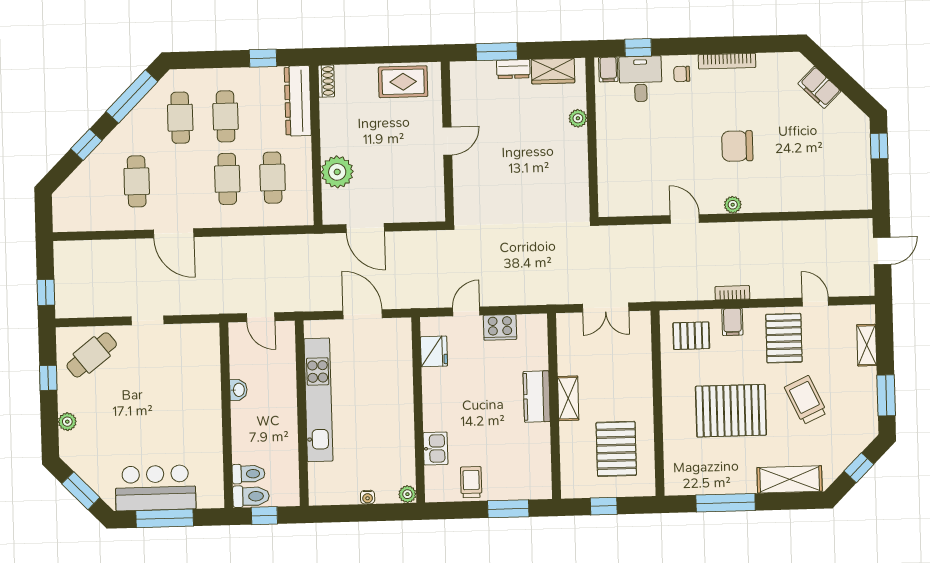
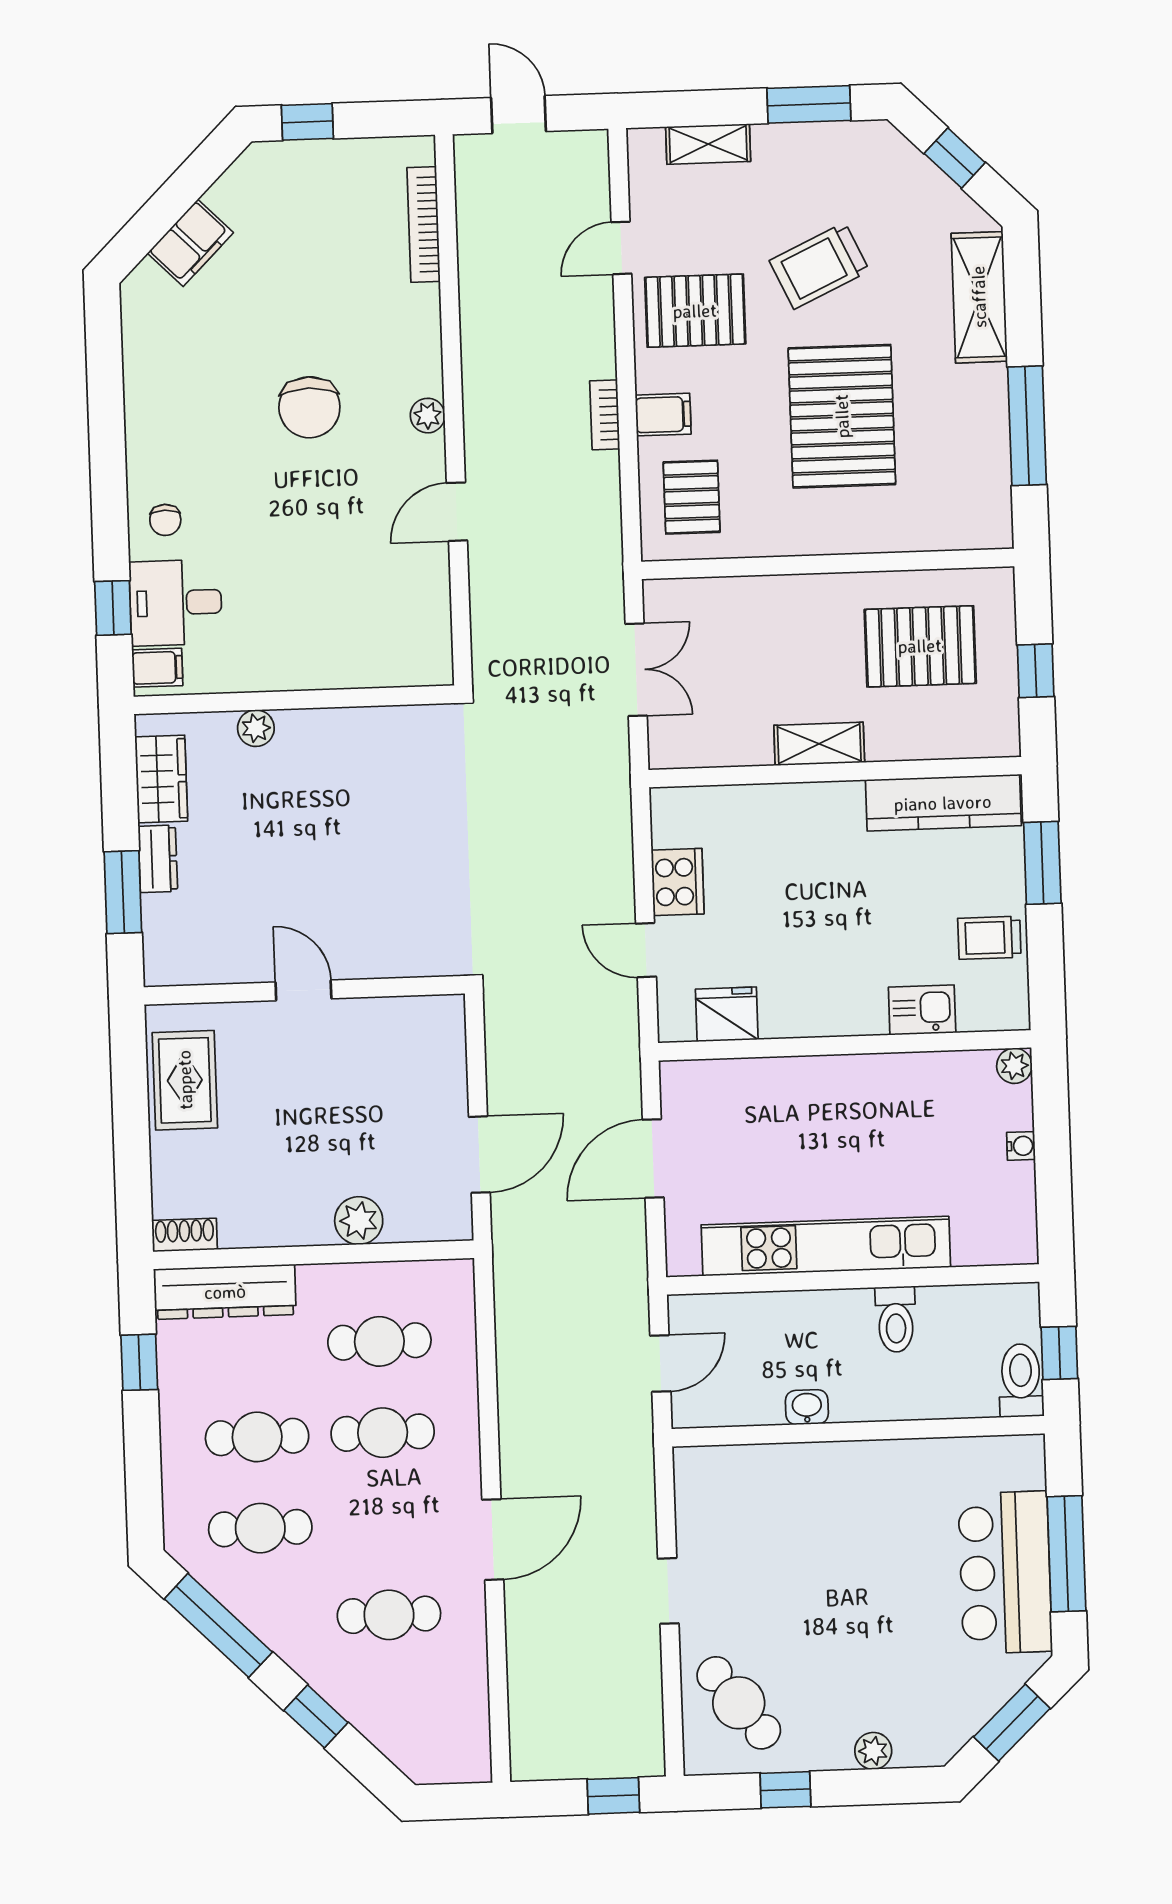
bookcase: (727, 61) -> (424, 225), moved, turned 180
plant: (337, 172) -> (359, 1221), width x0.73, depth x0.73
kitchen counter: (537, 397) -> (943, 803), moved, width x1.50
toilet: (248, 474) -> (896, 1319), moved, turned 180

